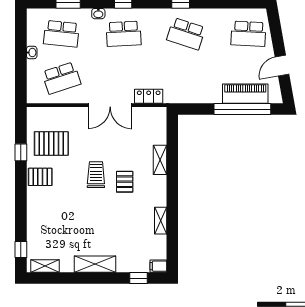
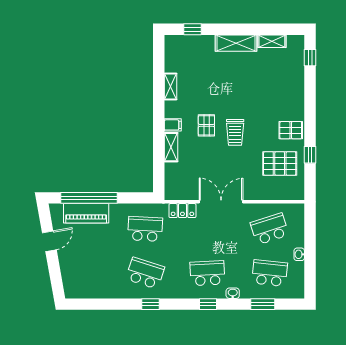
school desk: (248, 34) -> (145, 229), moved
shelving: (45, 266) -> (272, 41), moved
filing cabinet: (158, 266) -> (173, 125), moved

